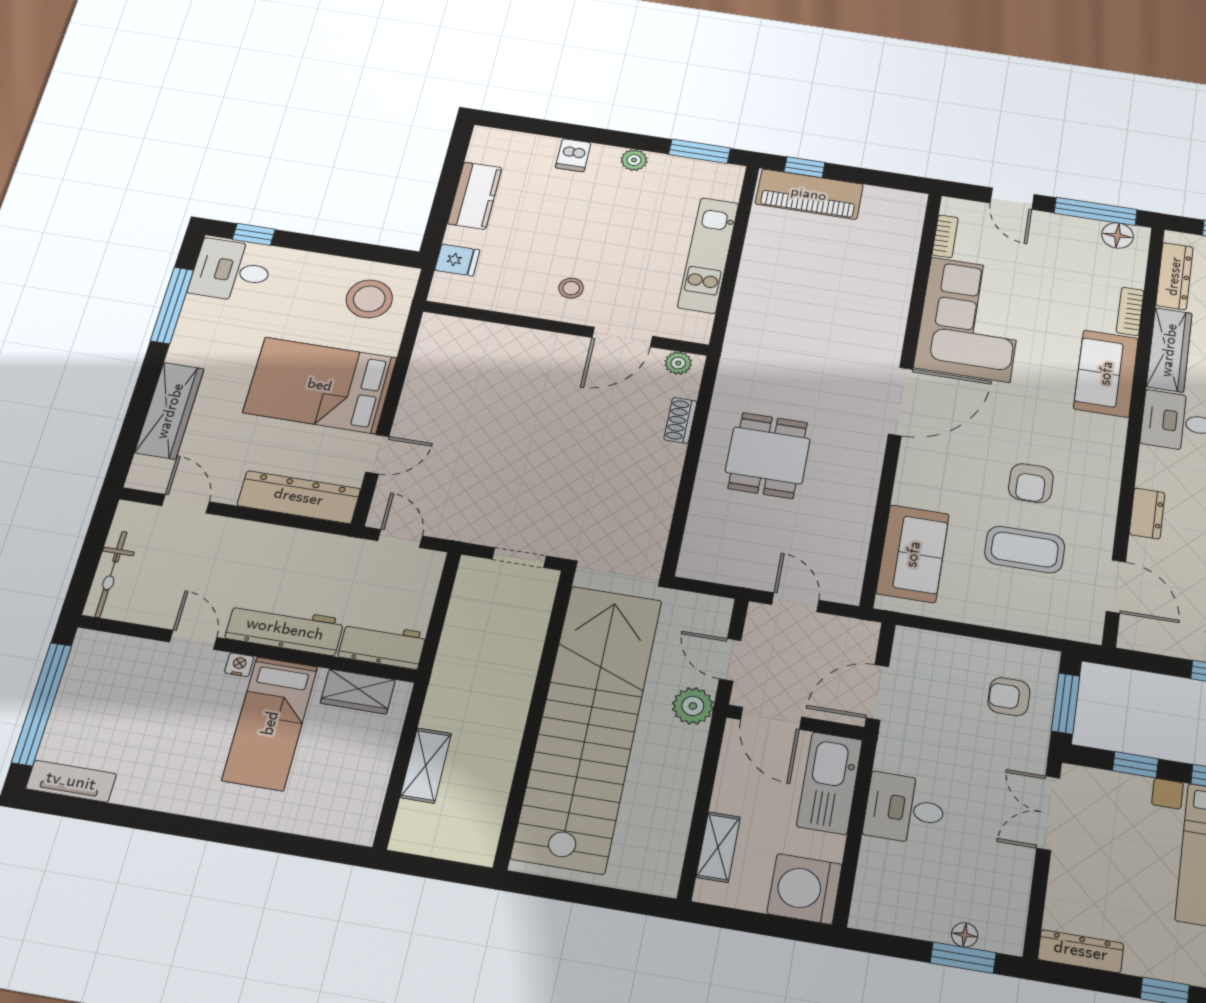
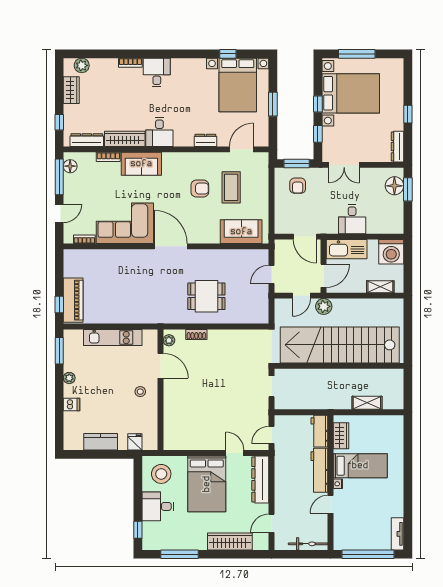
desk: (232, 271) -> (158, 506), moved, turned 90
floor lamp: (965, 935) -> (394, 186), width x1.89, depth x1.89

